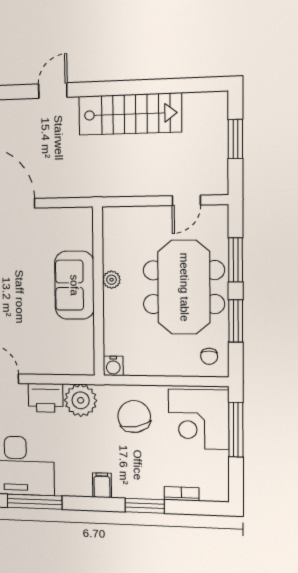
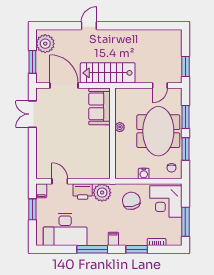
stairs: (130, 114) -> (108, 73), moved, turned 180
window: (235, 139) -> (185, 66), moved
sofa: (74, 285) -> (99, 106), moved
water cooler: (113, 366) -> (144, 173), moved
window: (236, 430) -> (185, 222), moved
window: (35, 502) -> (92, 249), moved

